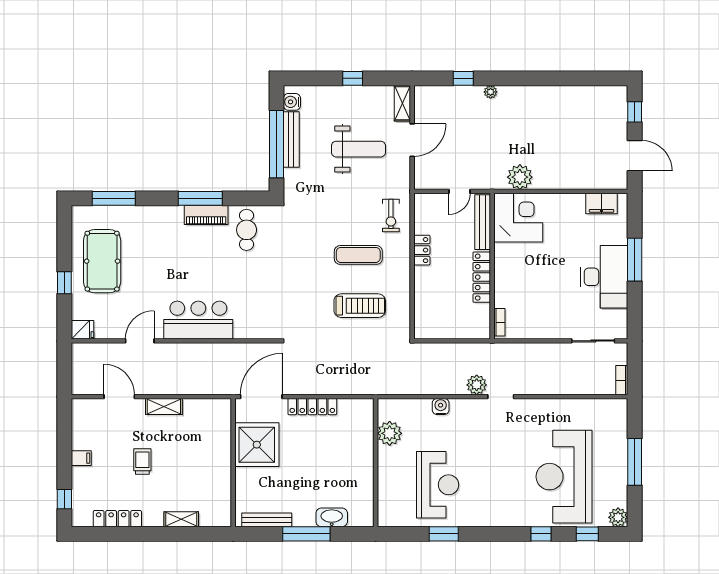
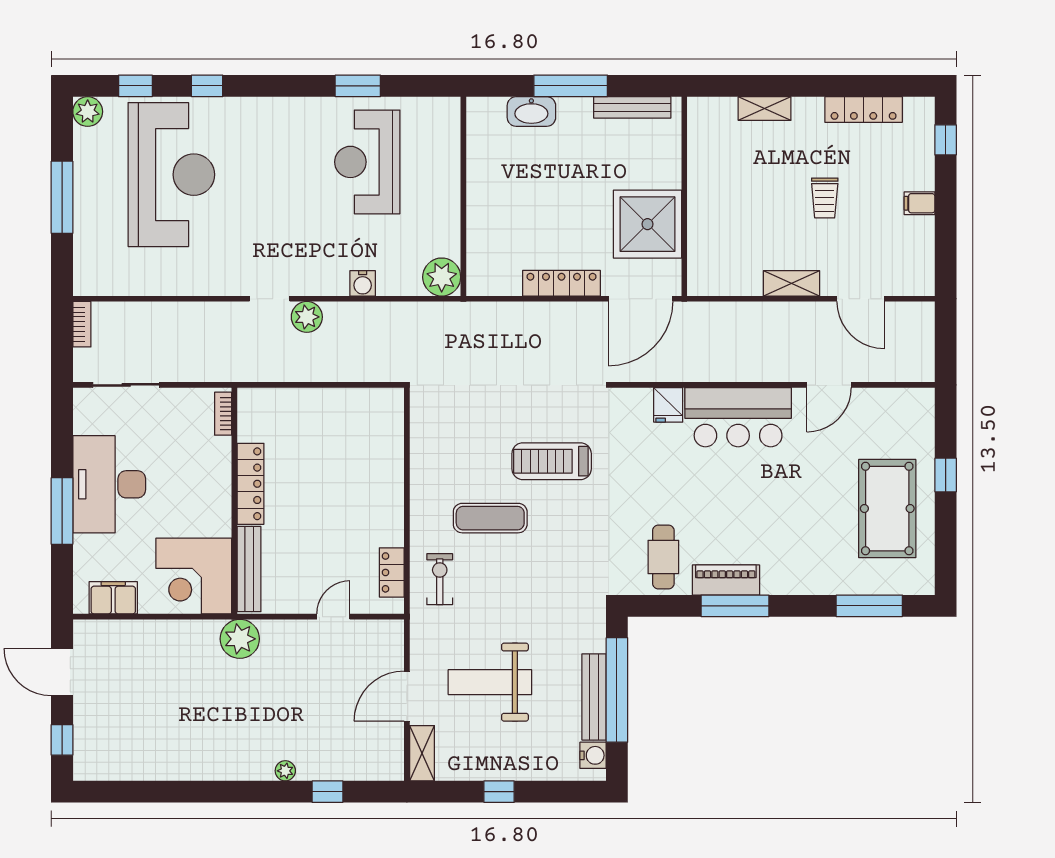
corner desk: (518, 218) -> (194, 576), moved
bench: (483, 222) -> (249, 569), moved
locker: (422, 250) -> (392, 572), moved
wall: (492, 266) -> (234, 501), moved
locker: (482, 277) -> (251, 484), moved
treadmill: (360, 306) -> (552, 461), moved
bookcase: (499, 322) -> (223, 414), moved
fridge: (83, 330) -> (668, 405), moved, turned -90
plant: (390, 433) -> (442, 277), moved

